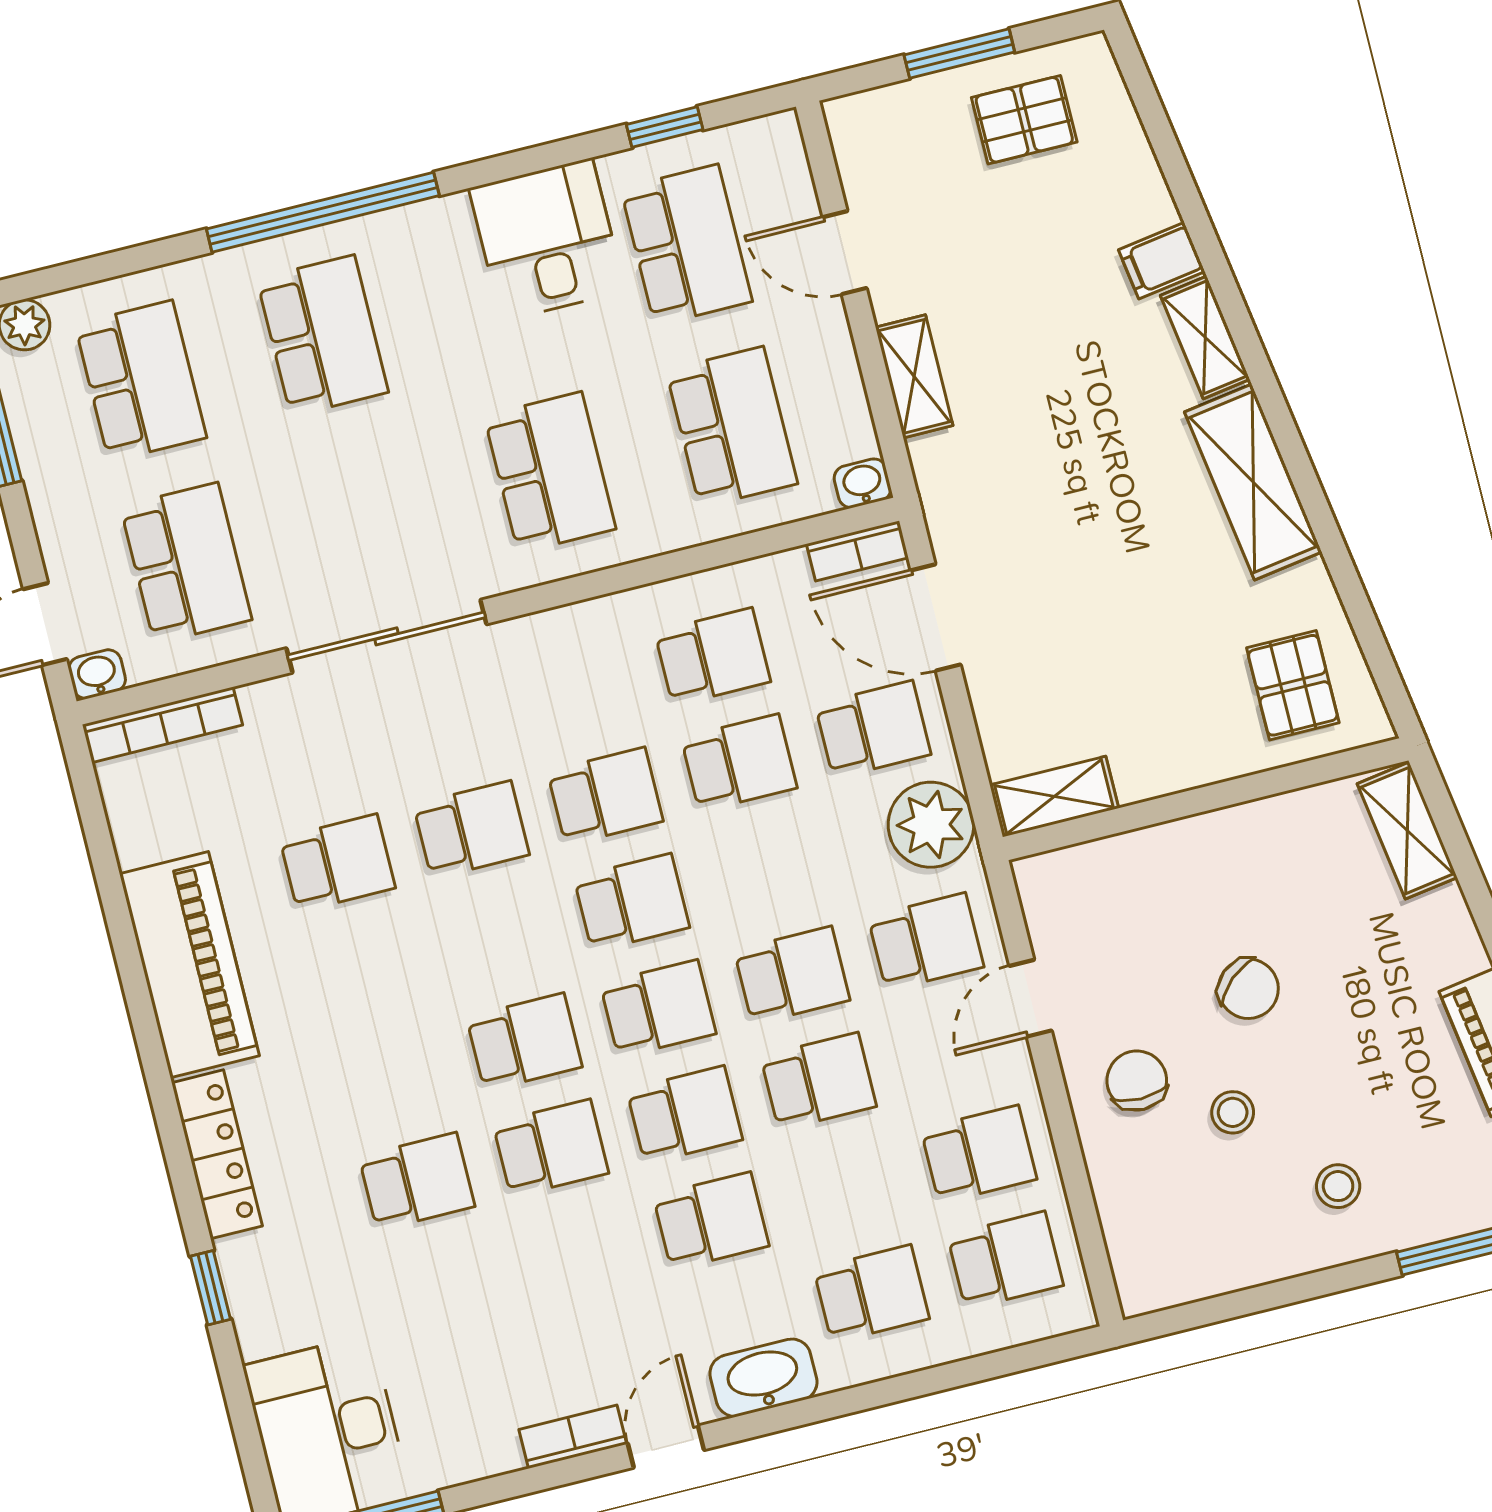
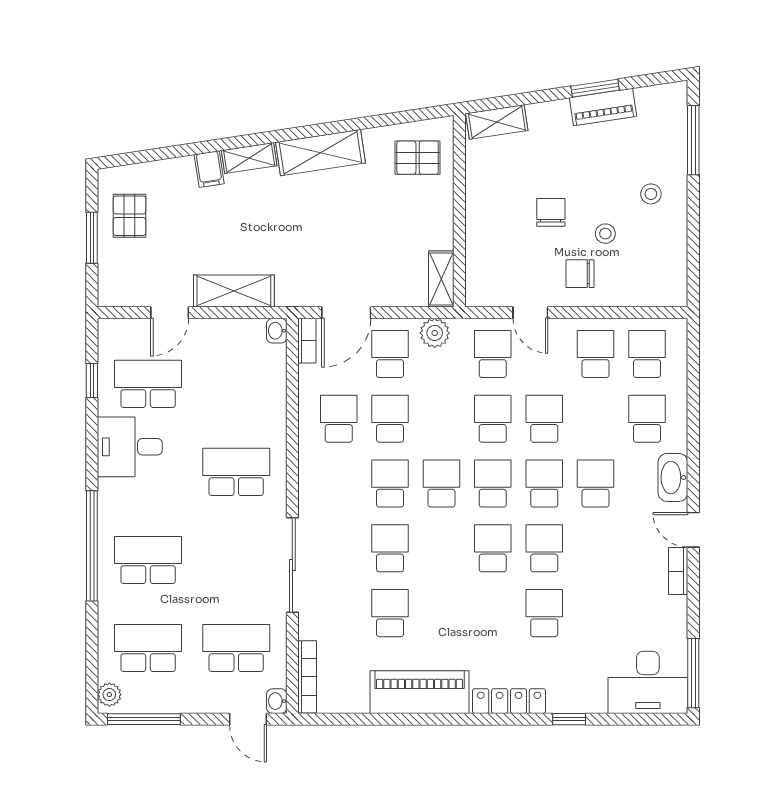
shelving: (914, 376) -> (234, 291), width x1.50, depth x1.33
school desk: (732, 427) -> (236, 384), removed
plant: (931, 825) -> (435, 333), width x0.73, depth x0.73
chair: (1248, 989) -> (551, 212), turned -49

